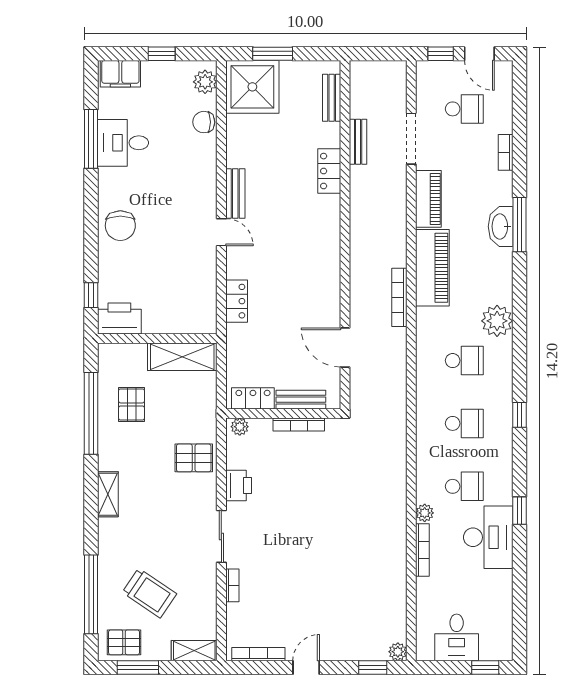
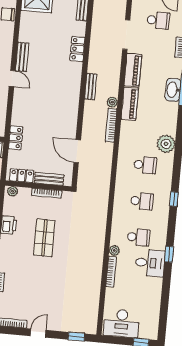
bench: (358, 142) -> (91, 87), moved
piano: (432, 268) -> (130, 104), width x0.73, depth x0.75
locker: (237, 301) -> (16, 138), moved
shop shelf: (302, 502) -> (44, 238), added
desk: (488, 537) -> (150, 263), width x0.73
desk: (457, 637) -> (122, 323), width x1.37
plant: (398, 652) -> (112, 102), moved

